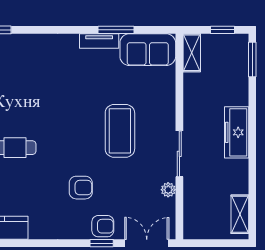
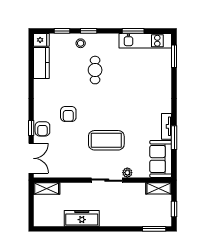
freezer: (237, 132) -> (82, 218), moved
sliding door: (179, 154) -> (107, 180), moved
plant: (168, 190) -> (127, 173), moved
shelving: (240, 214) -> (47, 188), moved

